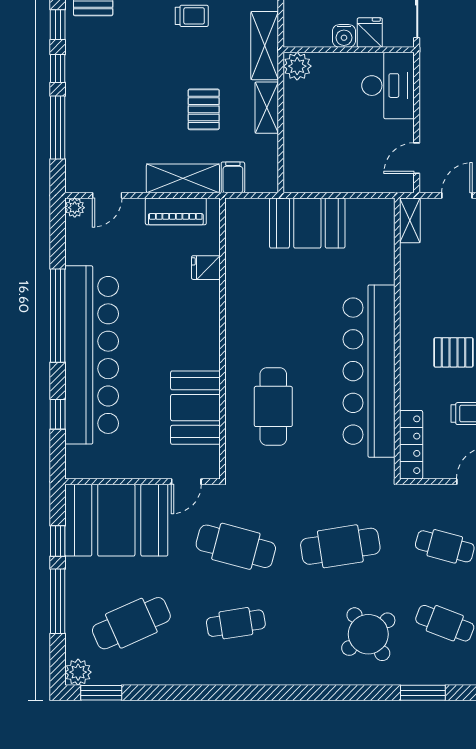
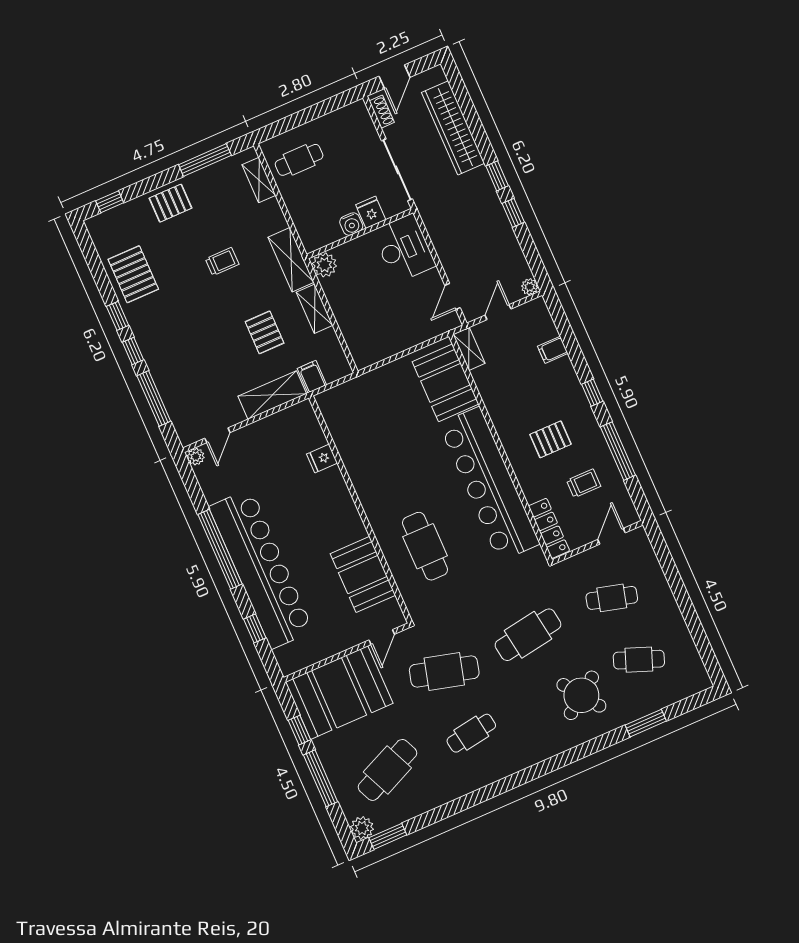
piano: (176, 211) -> (278, 424), removed
booth: (307, 223) -> (445, 383), moved, turned 90

